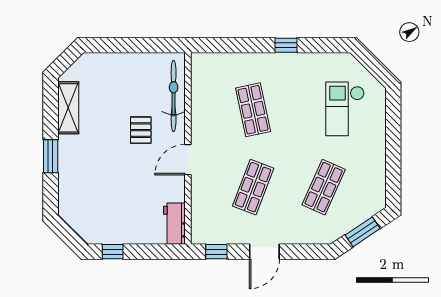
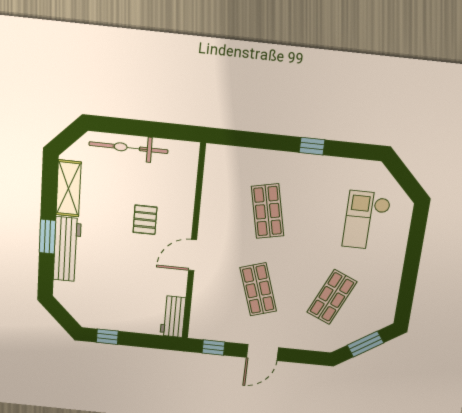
bicycle: (174, 96) -> (128, 148), moved, turned -90
workbench: (70, 167) -> (67, 249), added
shop shelf: (253, 187) -> (258, 289), turned -39

